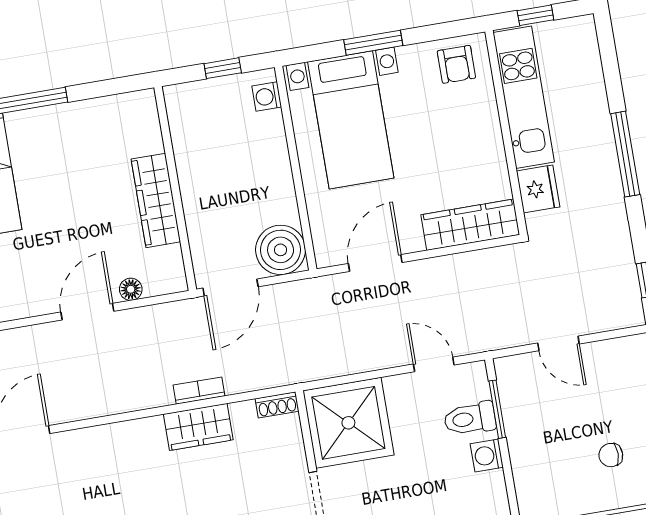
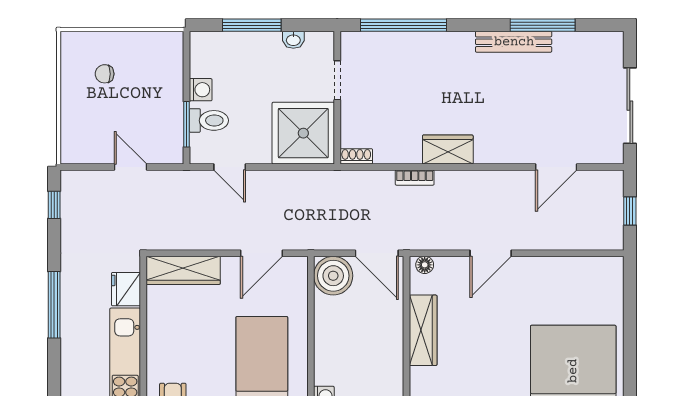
door: (231, 287) -> (377, 253), swing flipped
floor lamp: (131, 289) -> (425, 265), moved
wardrobe: (198, 427) -> (448, 150), moved
chair: (611, 455) -> (105, 74), turned 180

